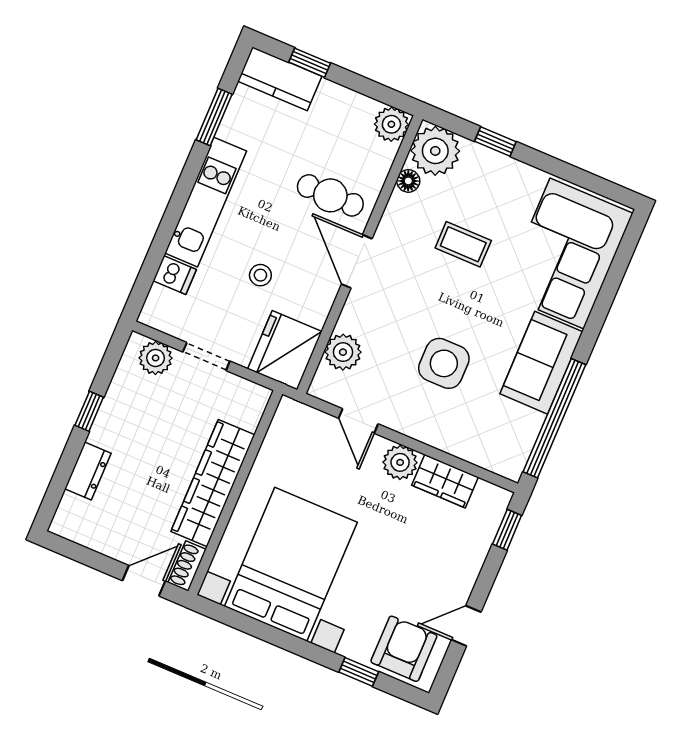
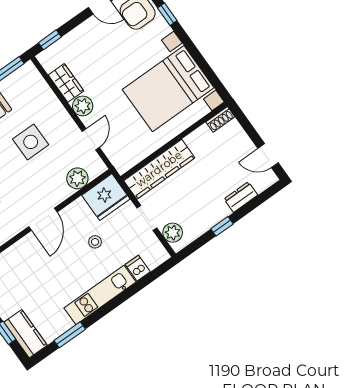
cafe table: (330, 195) -> (36, 260), removed
wardrobe: (213, 483) -> (159, 169), moved
door: (144, 581) -> (268, 156), moved

